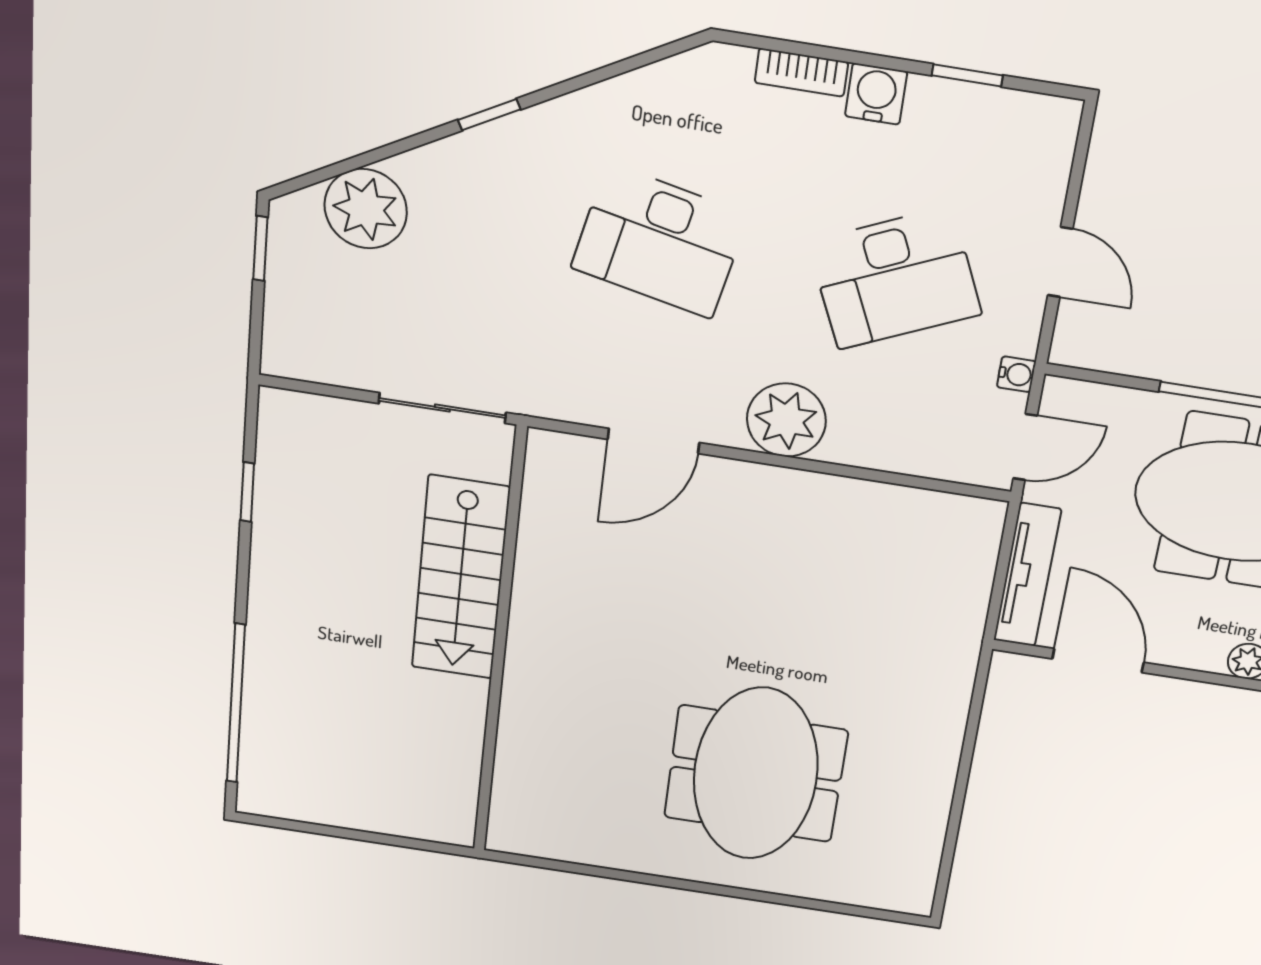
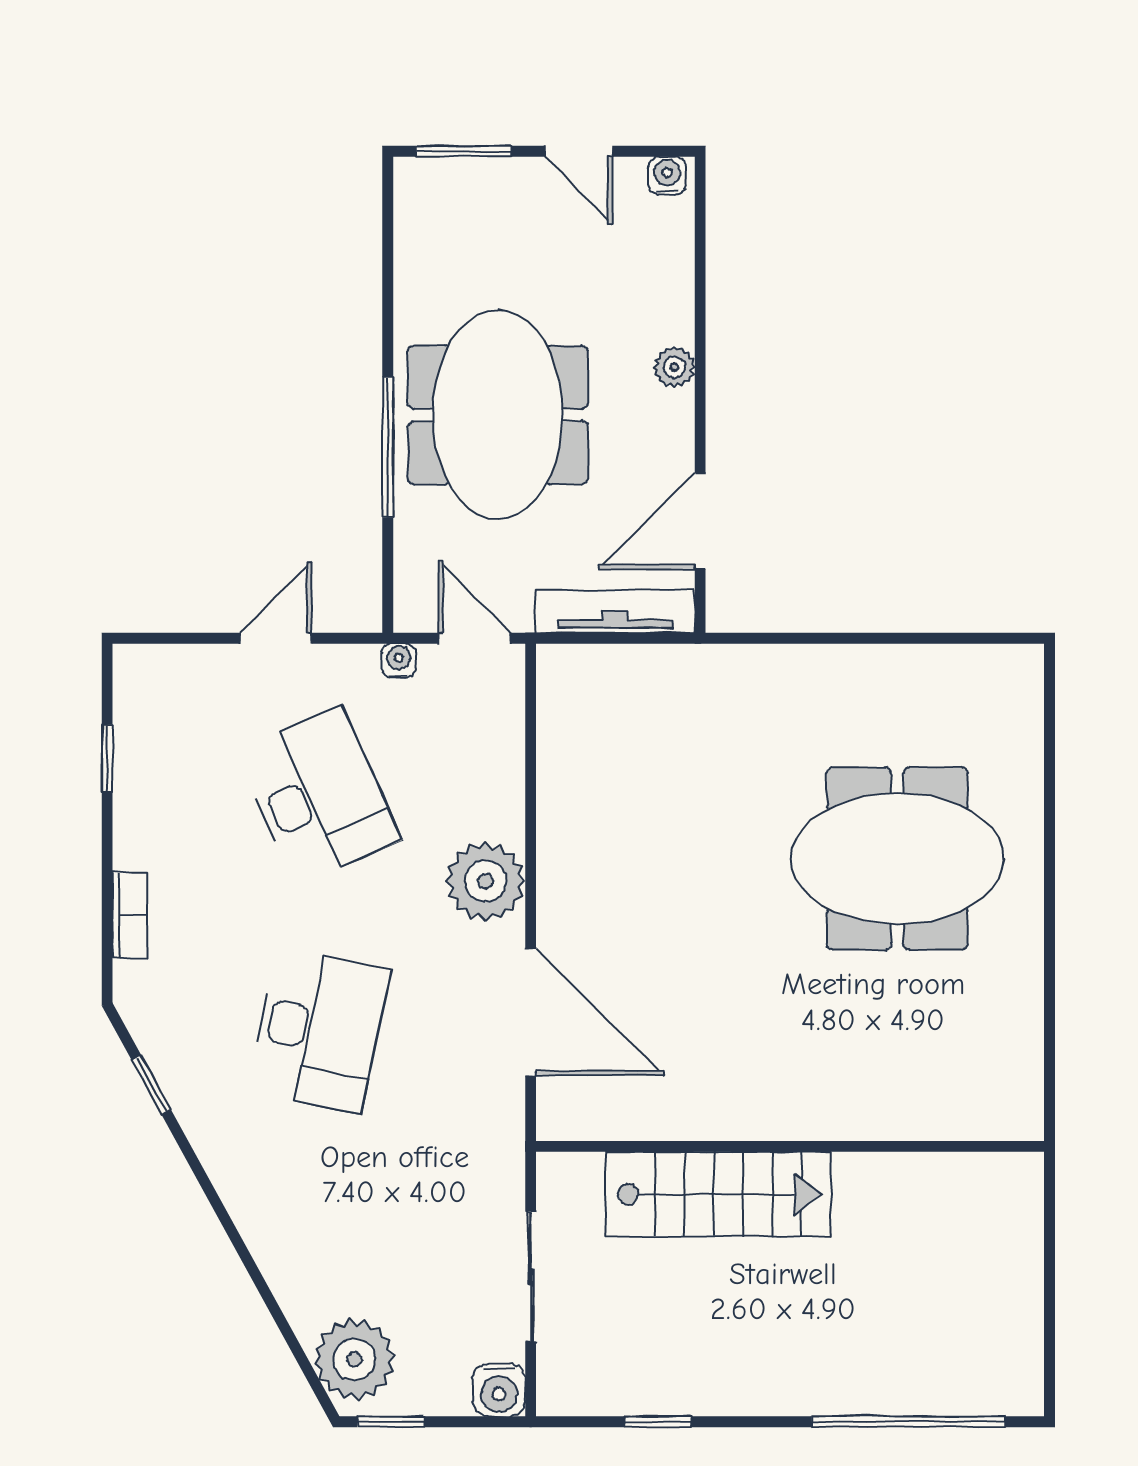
water cooler: (876, 94) -> (499, 1390), moved, turned -90
window: (489, 115) -> (151, 1085), moved
plant: (366, 209) -> (354, 1359), moved
sliding door: (442, 408) -> (531, 1277), moved
door: (653, 441) -> (531, 1012), width x1.36

